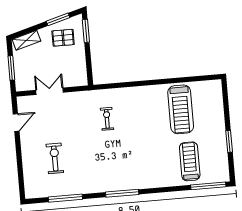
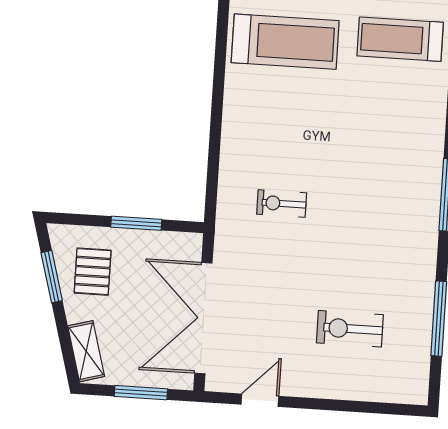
window: (86, 31) -> (136, 223), moved
double door: (50, 91) -> (203, 318), width x1.87
door: (16, 122) -> (260, 400), hinge flipped

